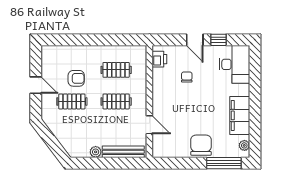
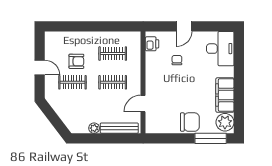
door: (195, 40) -> (184, 26), hinge flipped
window: (219, 40) -> (206, 26), removed
door: (149, 125) -> (143, 104), swing flipped
chair: (201, 145) -> (190, 122), turned 90
plant: (244, 145) -> (225, 122), width x1.87, depth x1.87

